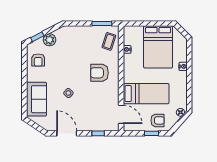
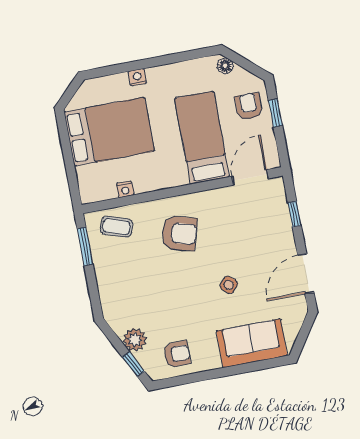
armchair: (99, 73) -> (179, 233), turned -74

